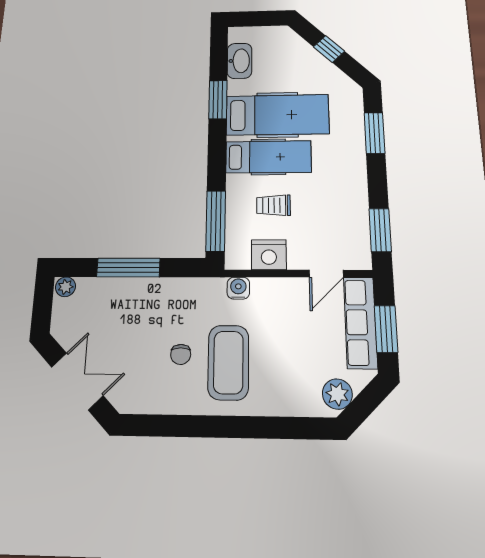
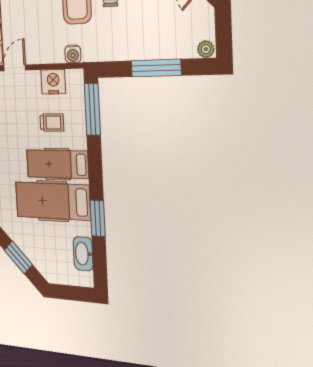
window: (329, 49) -> (18, 257), width x1.50

